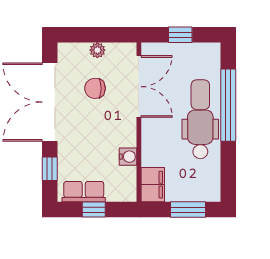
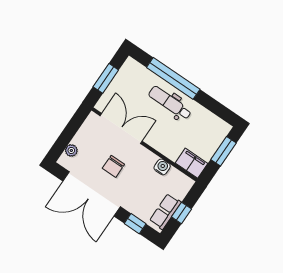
window: (180, 35) -> (106, 78), width x1.50
plant: (97, 50) -> (71, 150), moved
chair: (95, 88) -> (113, 166), moved
dental chair: (200, 119) -> (170, 103), width x0.73, depth x0.72

